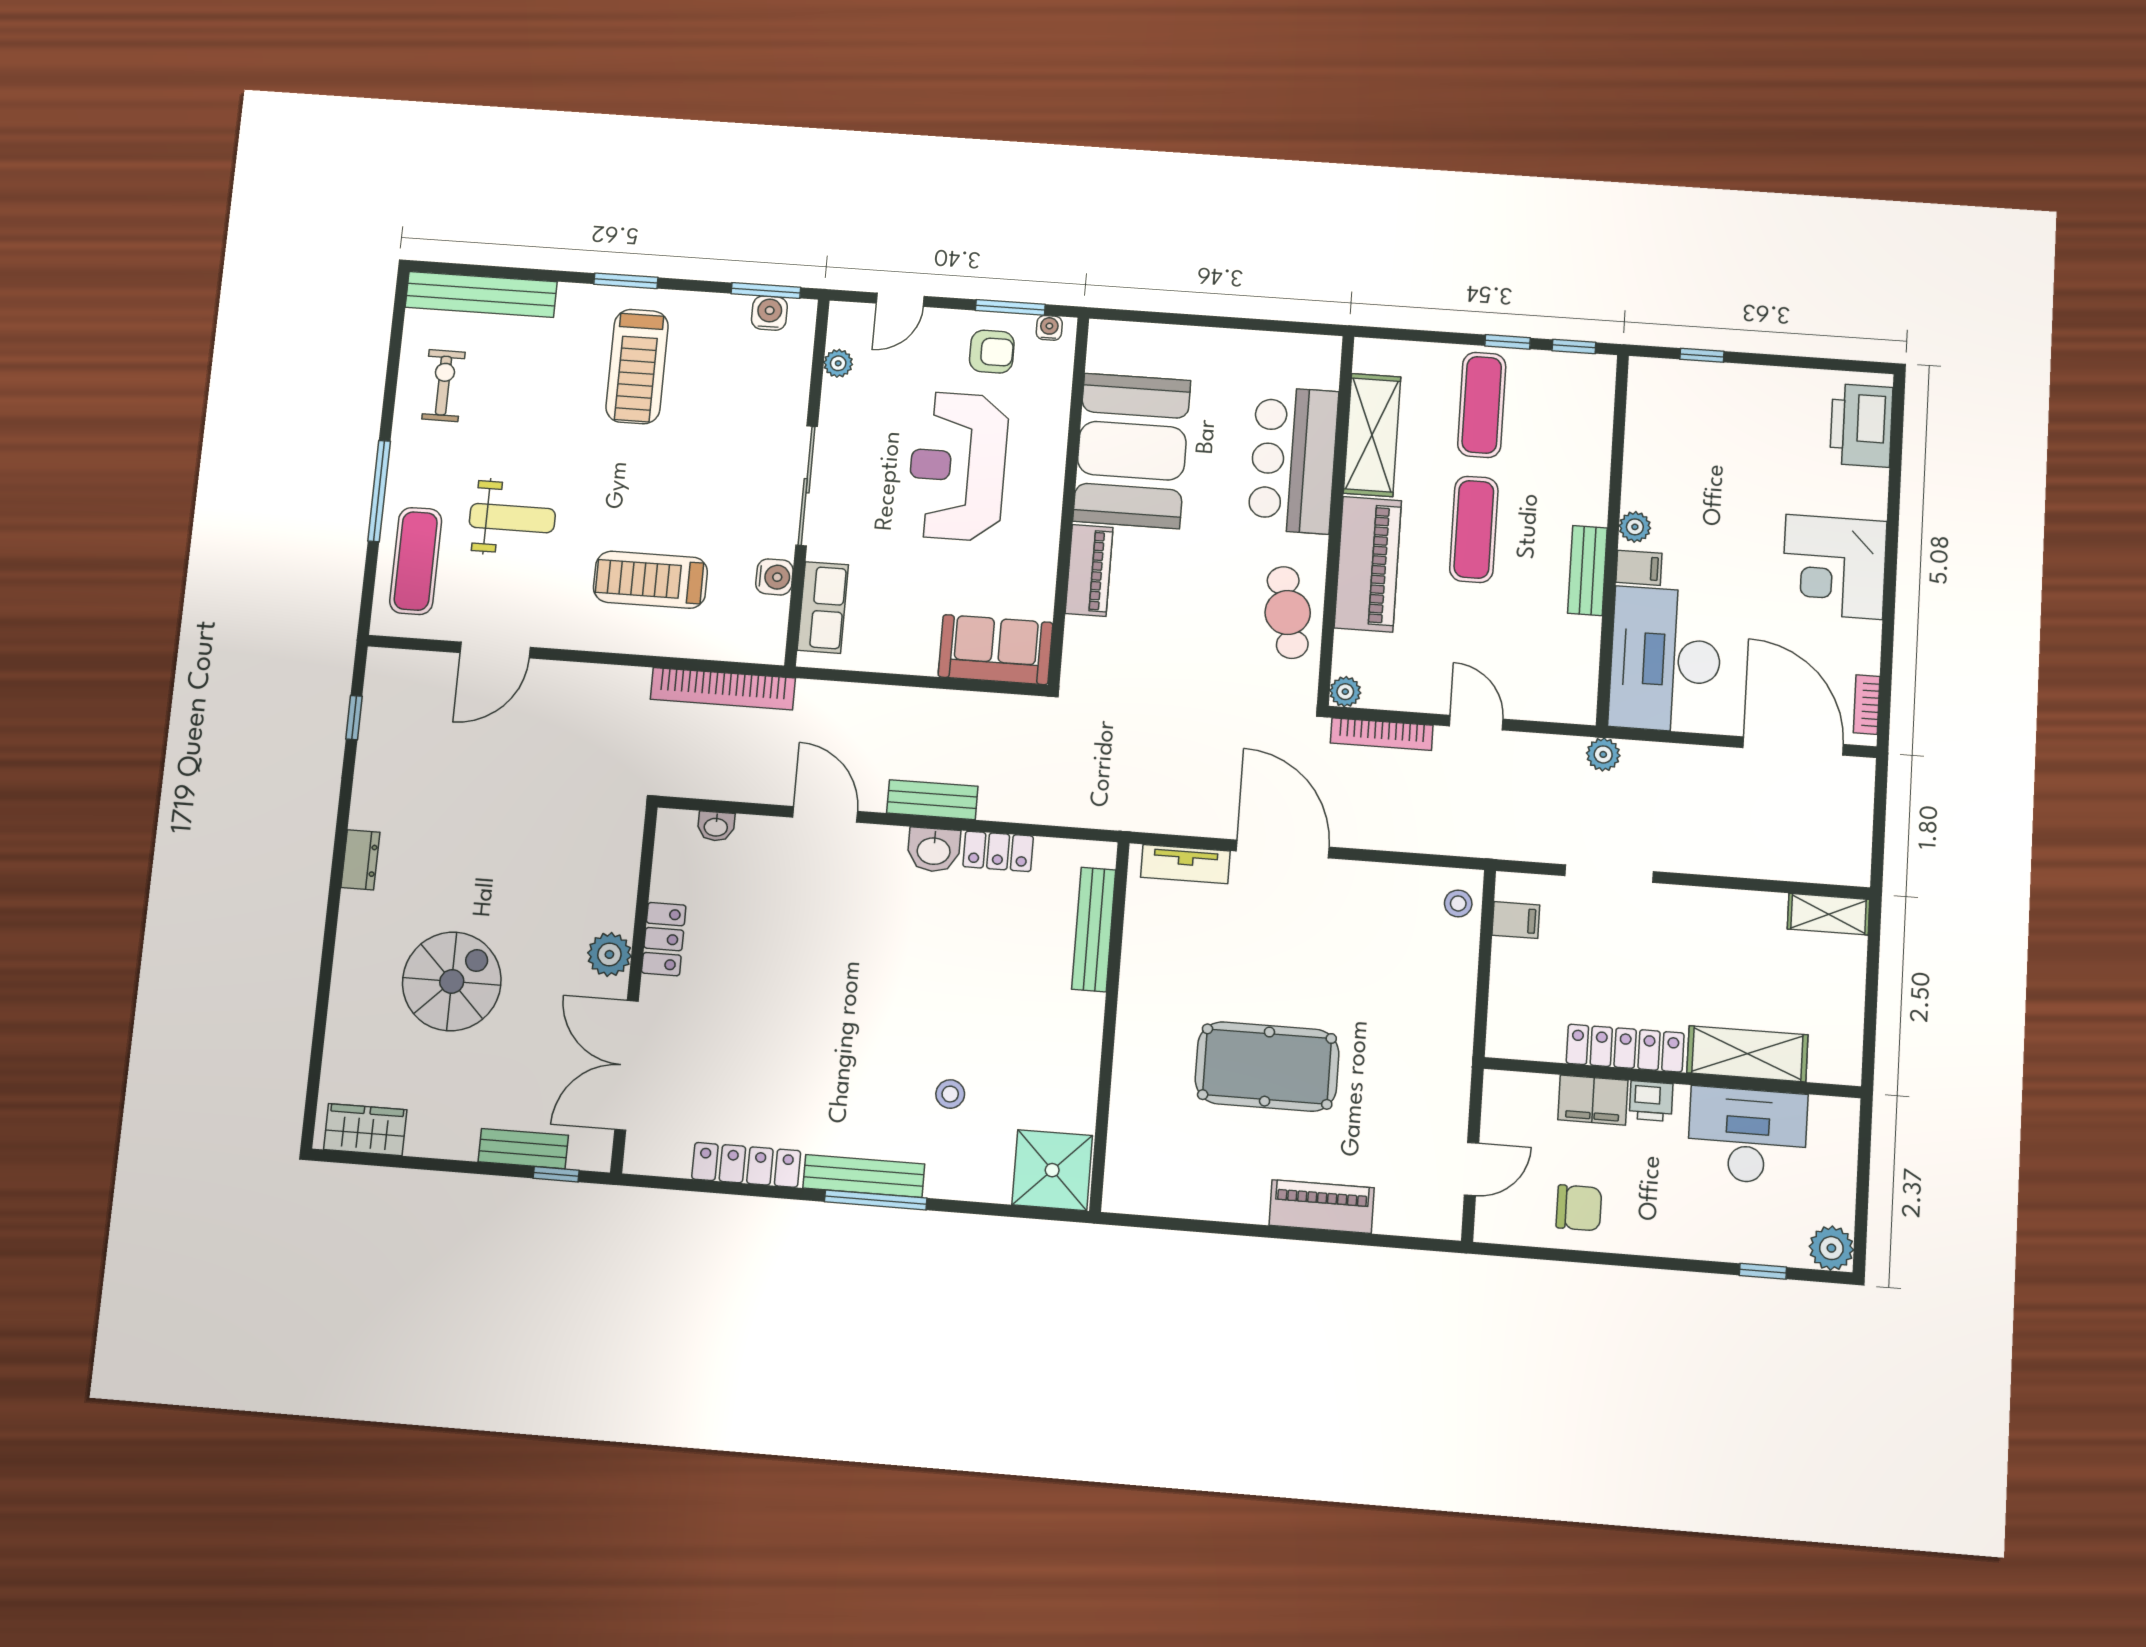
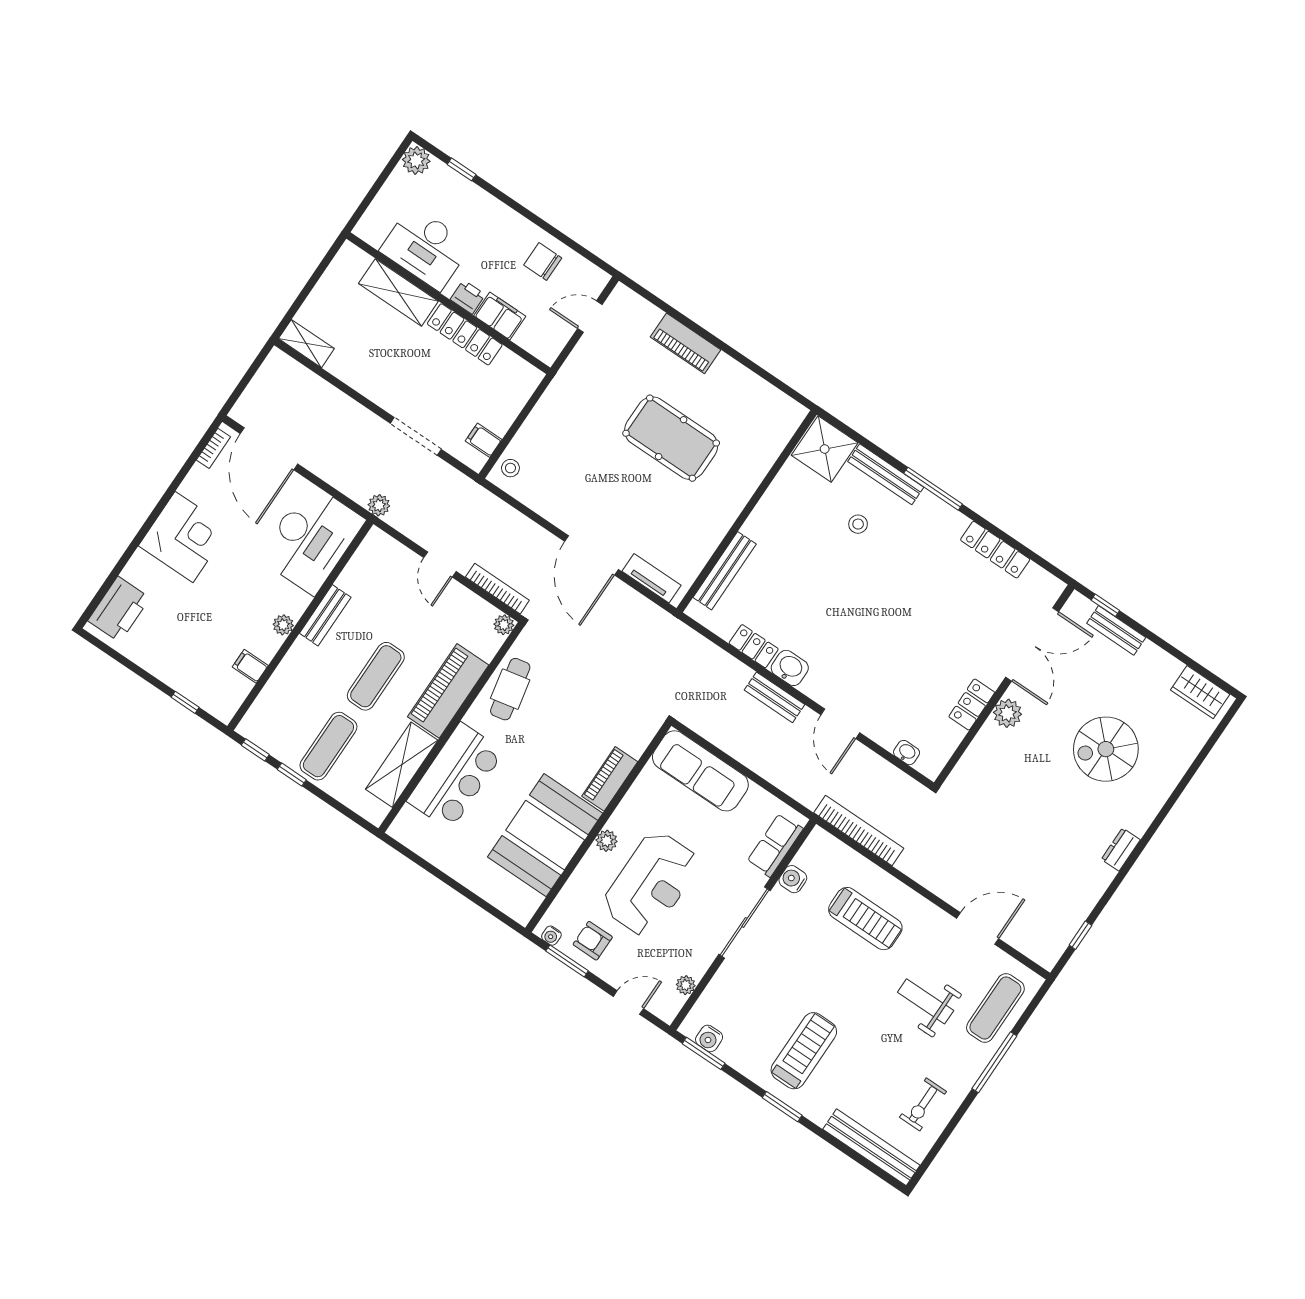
plant: (1047, 489) -> (607, 841), added
filing cabinet: (1639, 568) -> (250, 666), moved
sofa: (995, 650) -> (700, 771), width x1.36
bench: (864, 1176) -> (886, 474), moved

